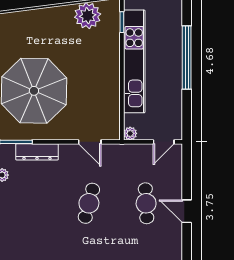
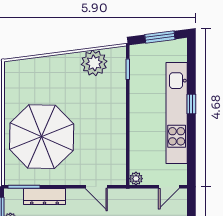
window: (187, 58) -> (191, 104), width x0.32
kitchen unit: (134, 61) -> (177, 113), moved, turned 180

